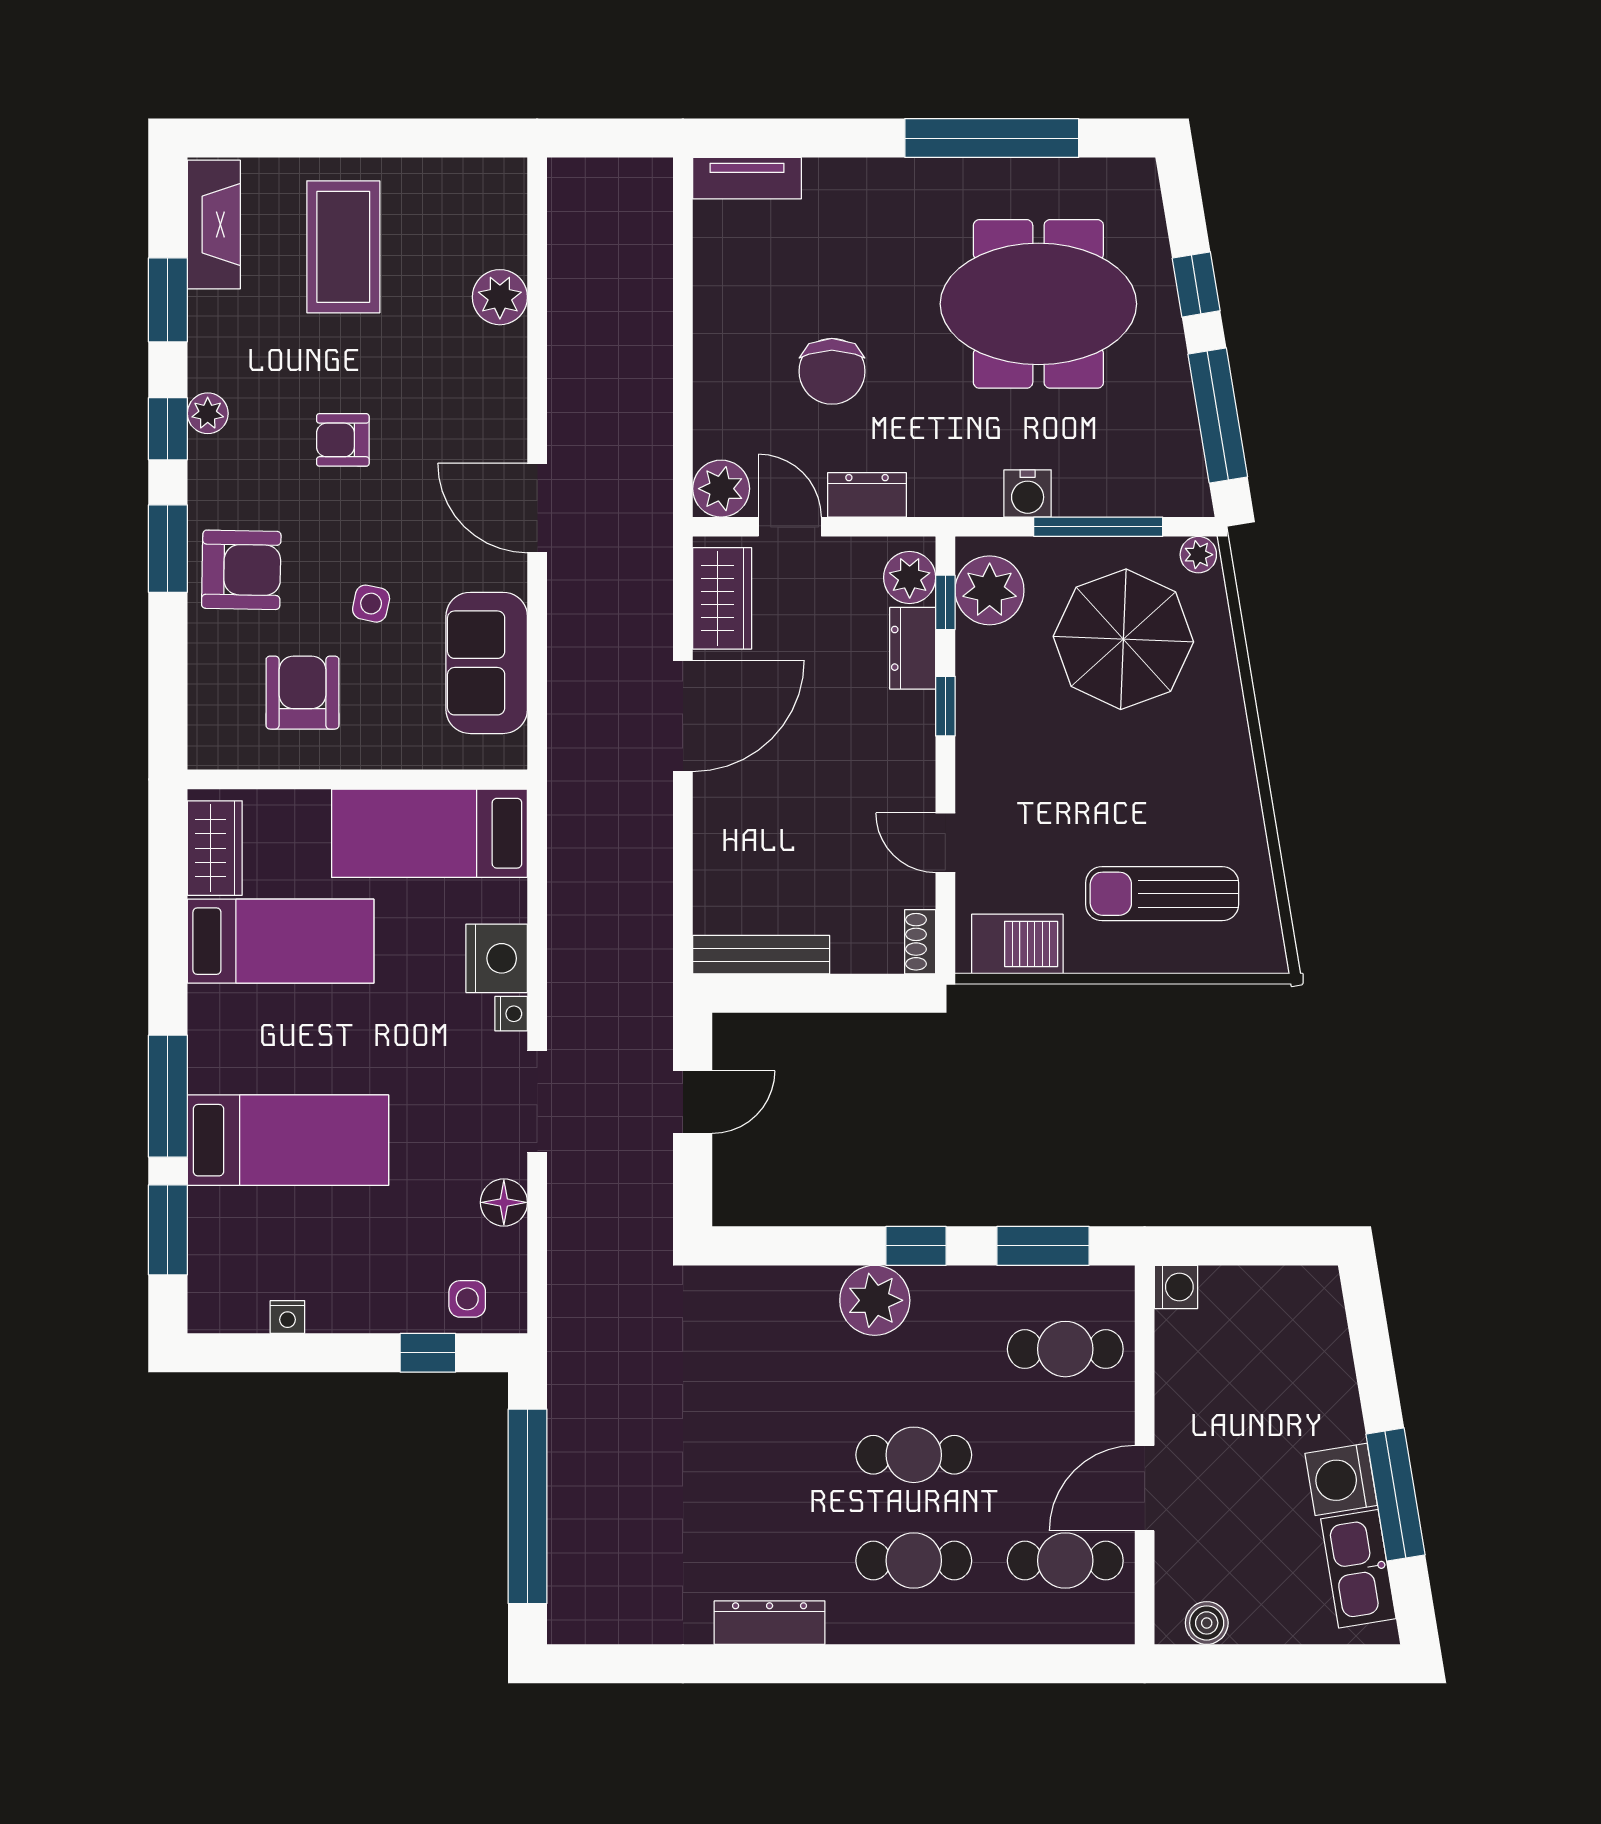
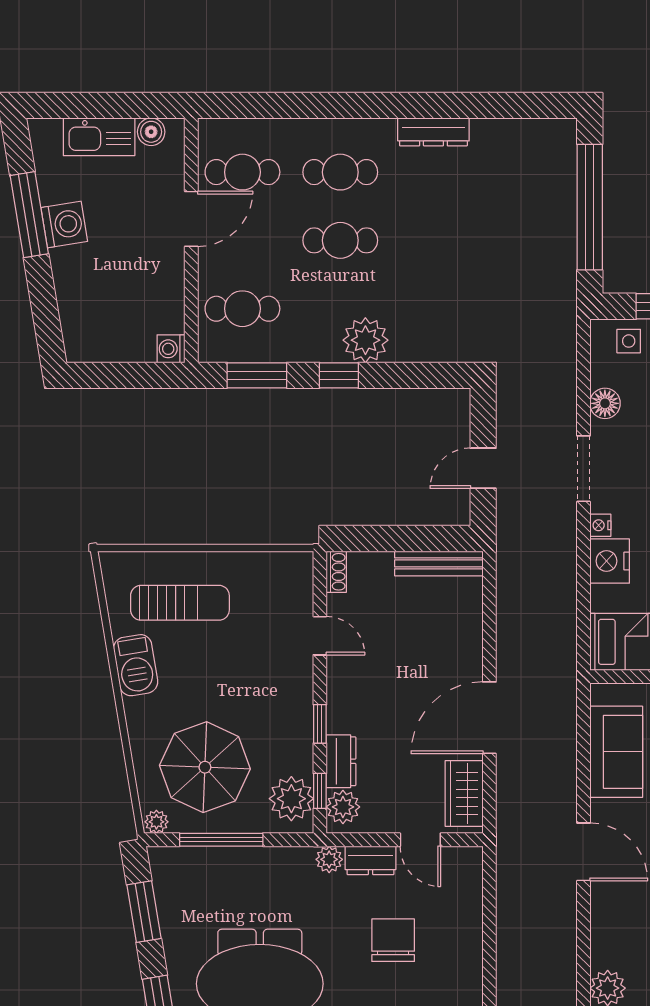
window: (1218, 415) -> (144, 912), width x0.69
plant: (721, 489) -> (329, 859), moved, width x0.73, depth x0.73
water cooler: (1028, 493) -> (267, 861), removed
barbecue: (1017, 944) -> (136, 665), moved, turned -99
kitchen sink: (1358, 1569) -> (99, 137), moved, turned 99

